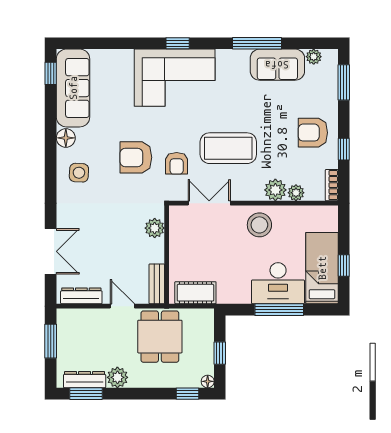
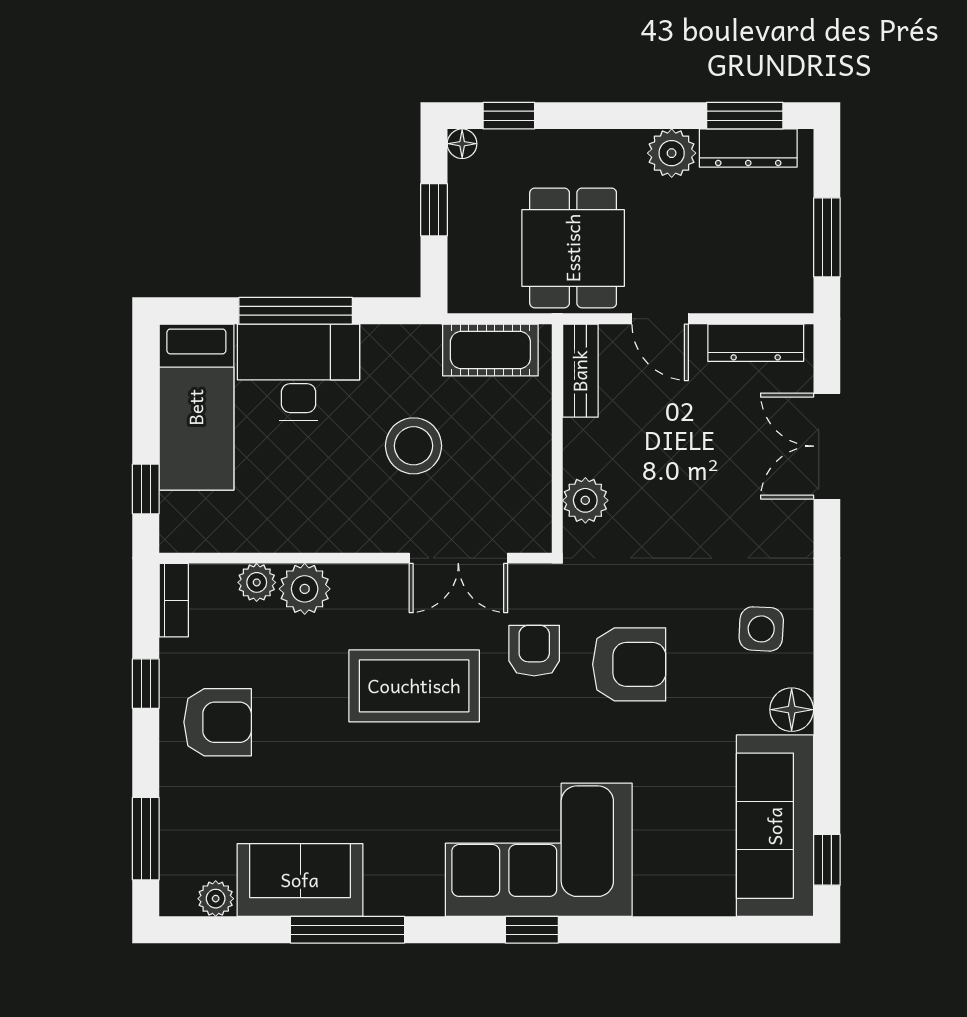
stool: (259, 225) -> (414, 446), moved
window: (344, 266) -> (146, 489), moved

